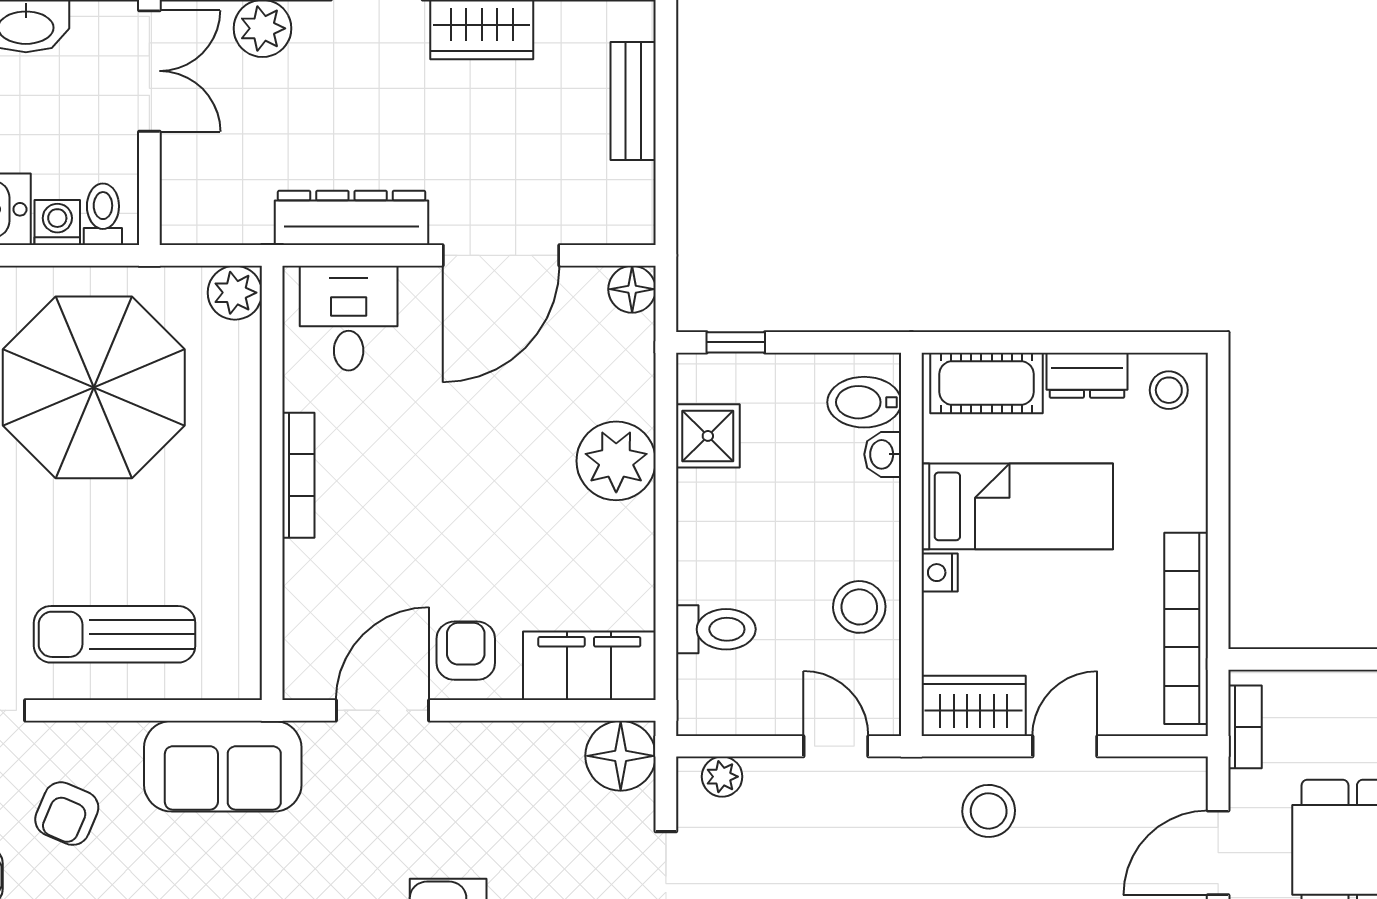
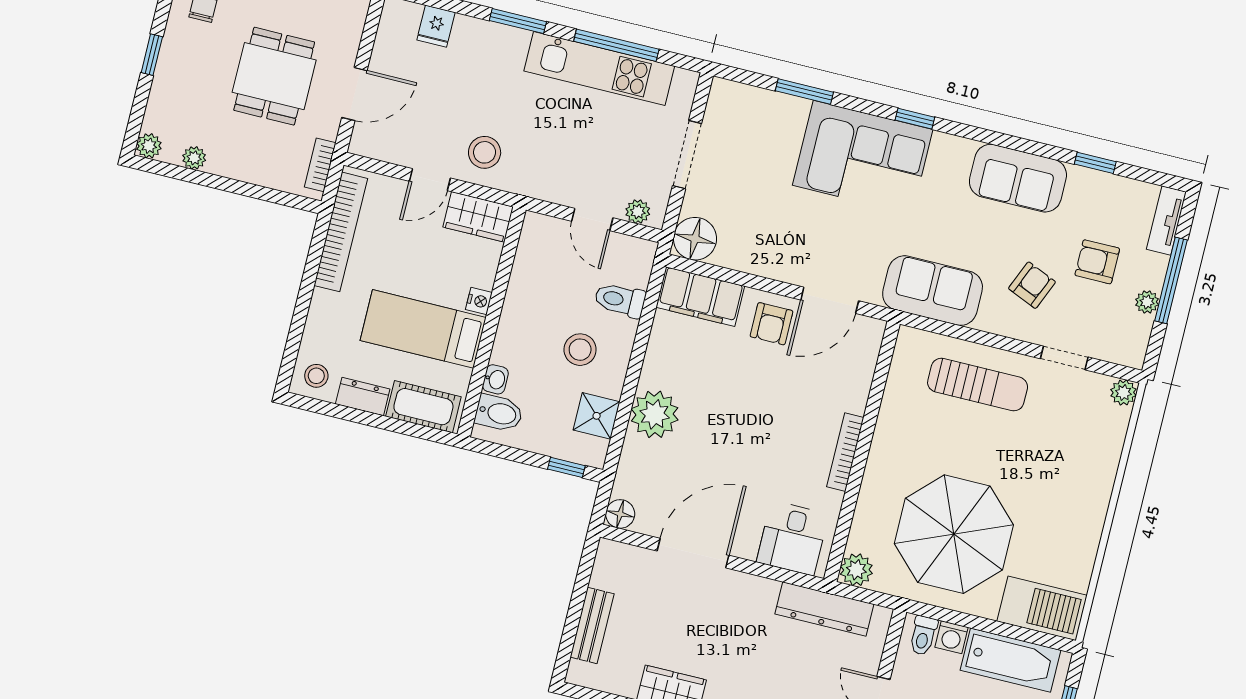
dresser: (352, 218) -> (824, 609), moved
stool: (859, 607) -> (580, 350), moved
door: (836, 746) -> (592, 220), moved

